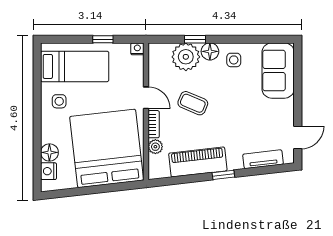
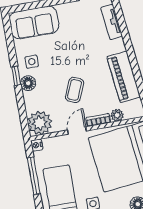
window: (103, 39) -> (34, 176), width x2.17
window: (195, 39) -> (16, 76), moved
plant: (186, 57) -> (40, 123), moved
window: (223, 175) -> (131, 53), removed

